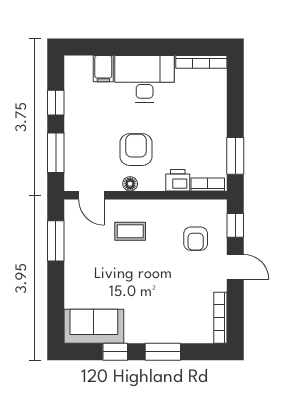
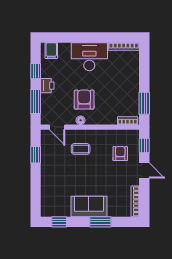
filing cabinet: (103, 69) -> (51, 51), moved
printer: (178, 180) -> (47, 86), moved, turned 90
armchair: (196, 239) -> (120, 154), turned 180
window: (56, 241) -> (36, 155), width x0.67
sofa: (94, 326) -> (89, 206), moved
window: (115, 352) -> (59, 222), moved

